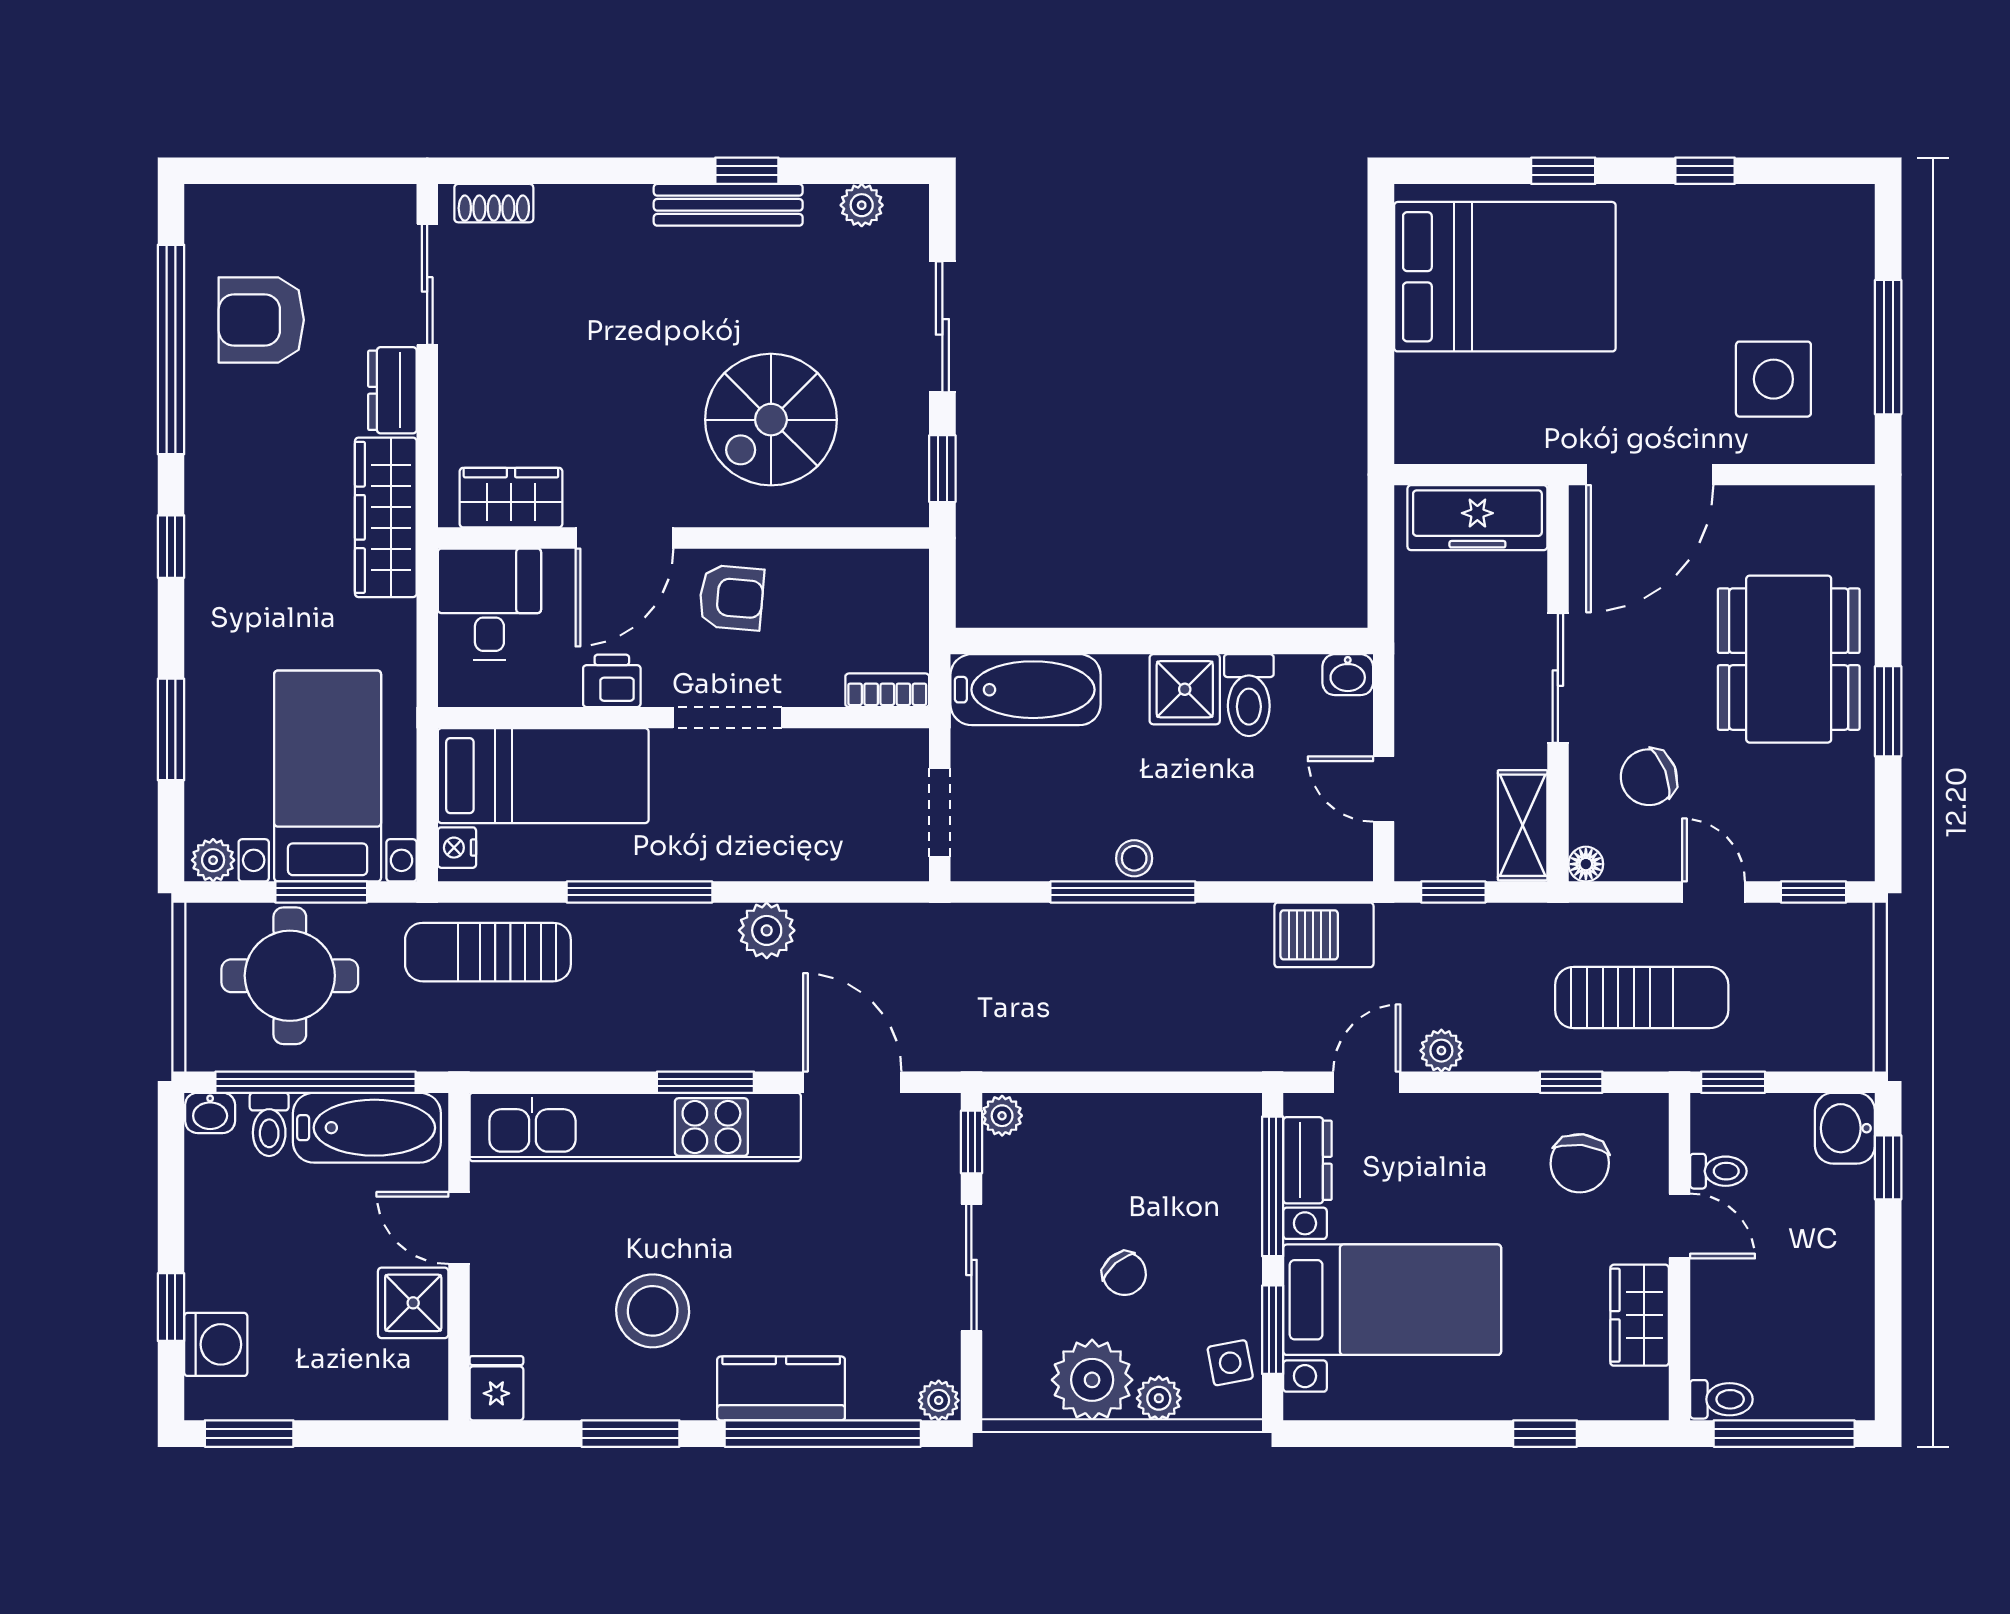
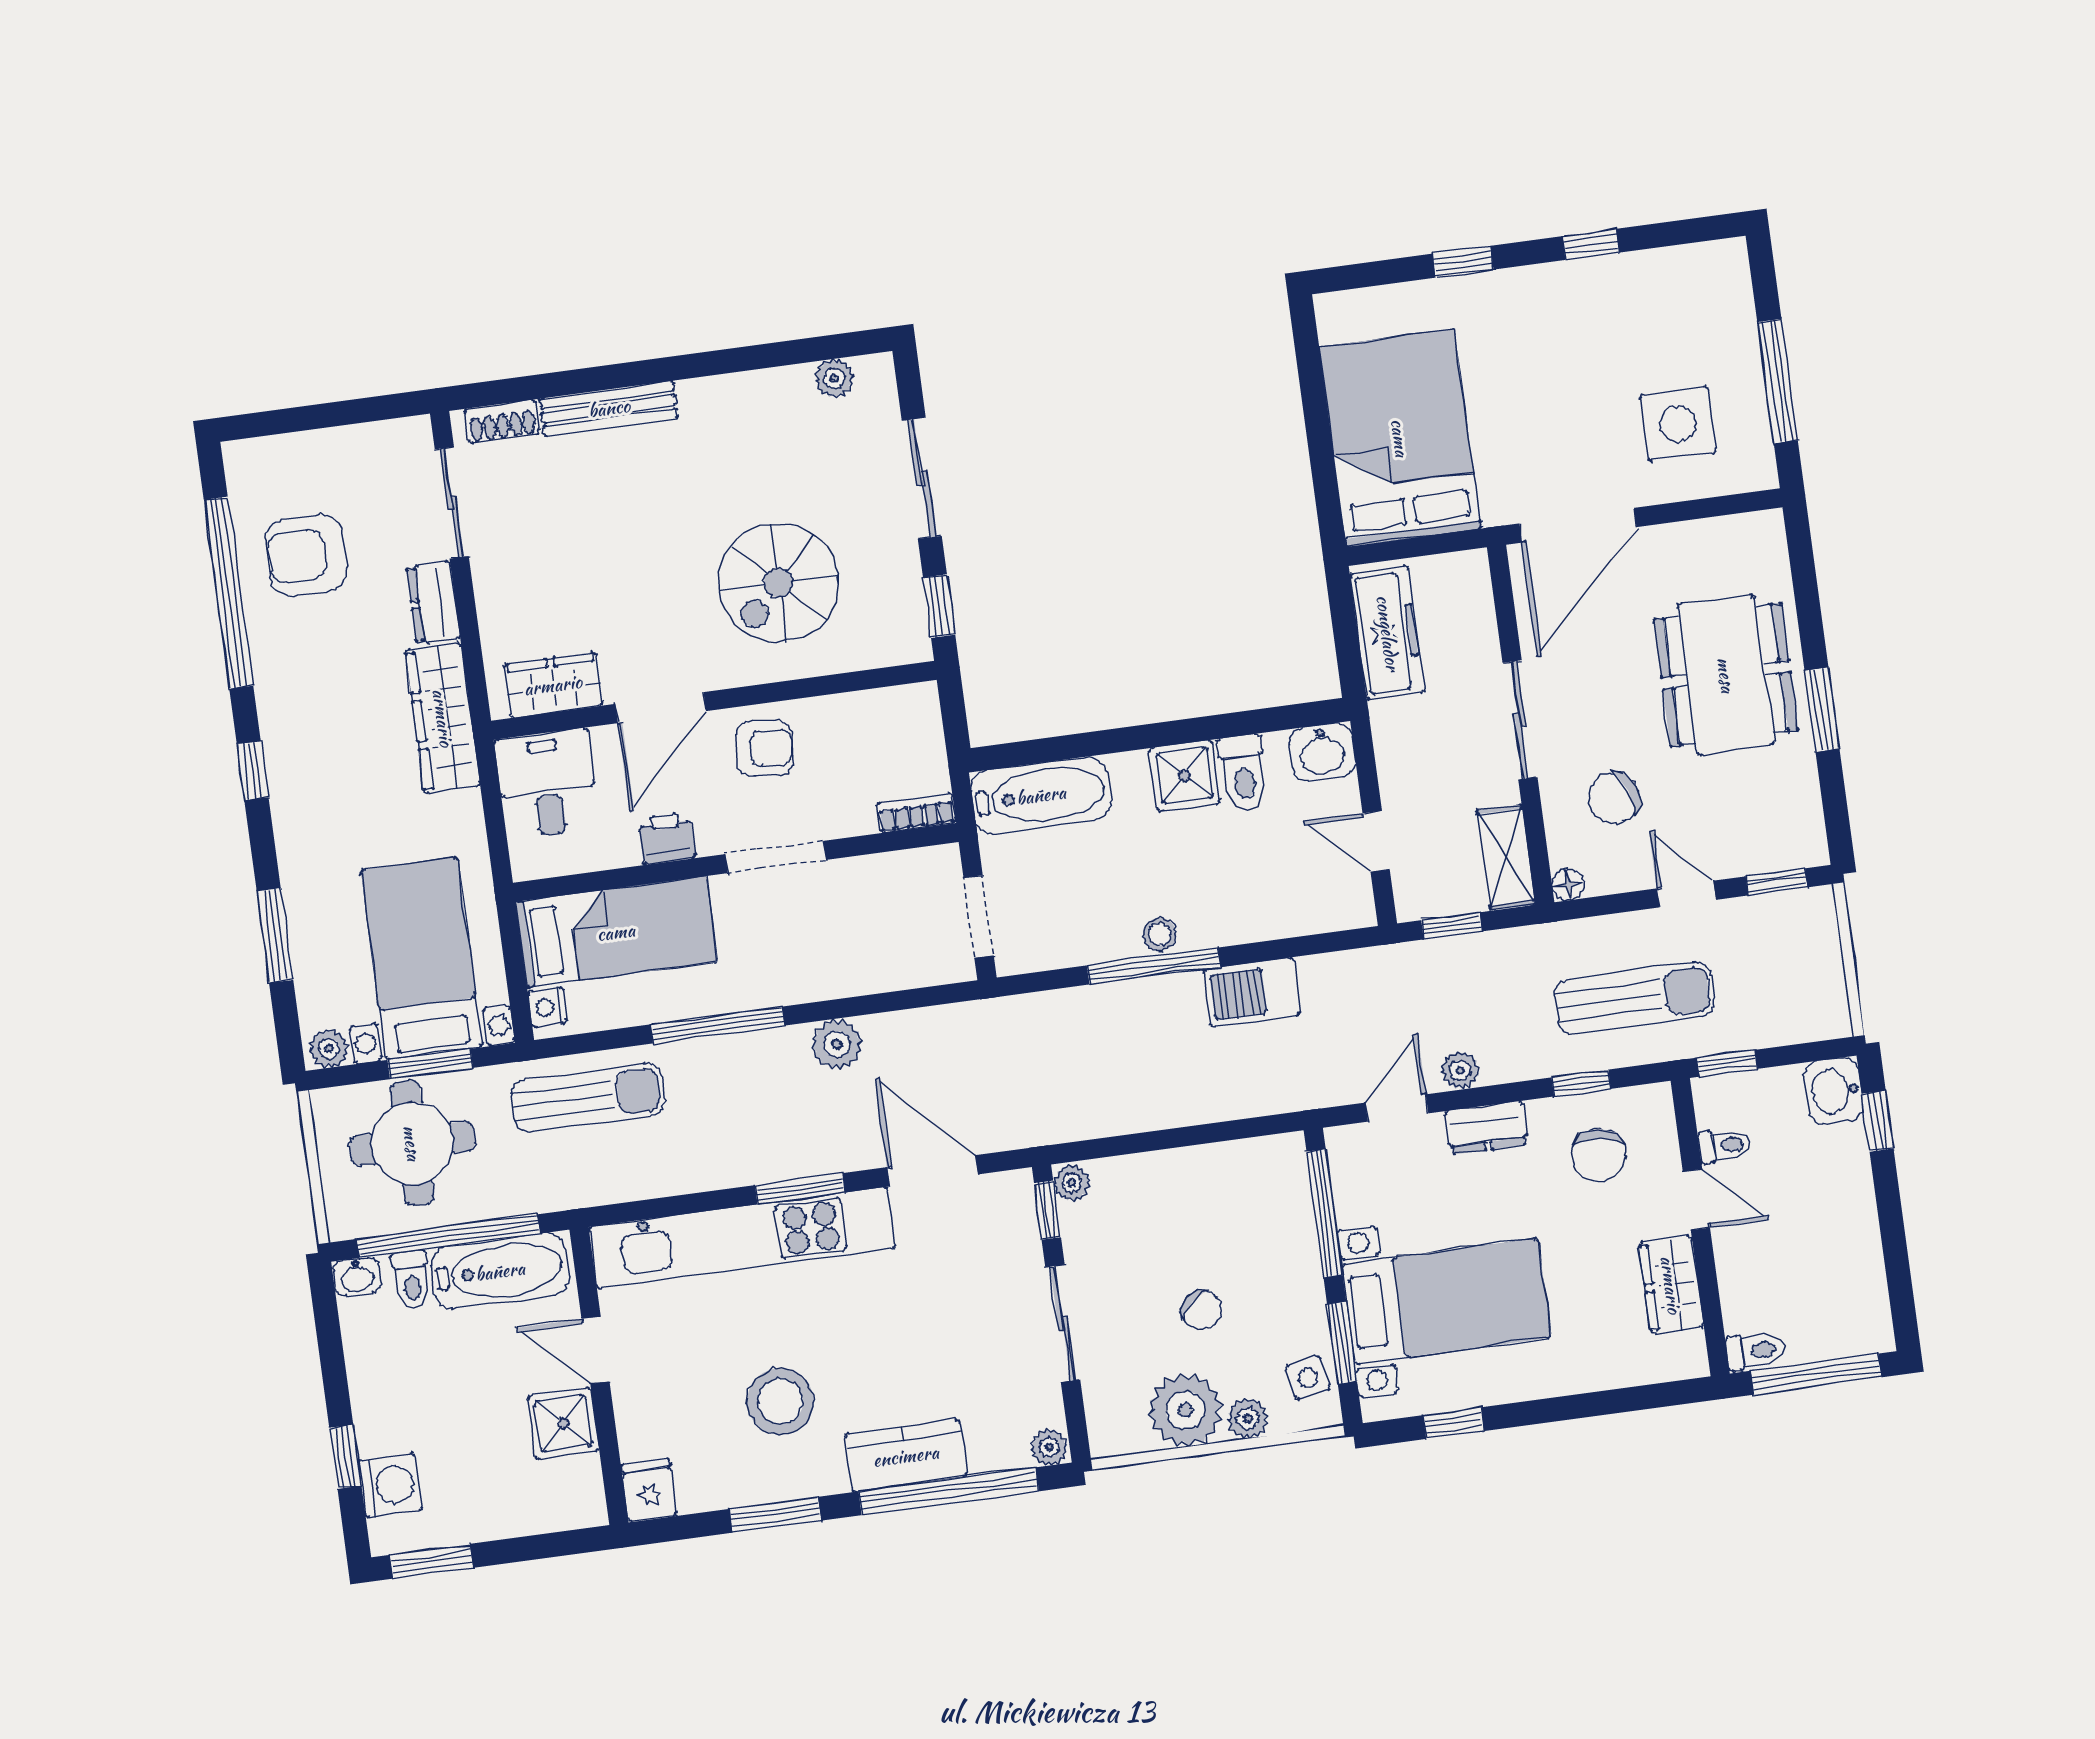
window: (747, 171) -> (726, 361), removed
bench: (728, 205) -> (609, 408), moved
bed: (1505, 277) -> (1400, 438), moved, turned -90
freezer: (1477, 518) -> (1388, 633), moved, turned -90
washbasin: (1348, 675) -> (1322, 752), width x1.38, depth x1.45
barbecue: (1324, 935) -> (1252, 992), moved
sun lounger: (488, 952) -> (588, 1098), turned 180
dresser: (1307, 1160) -> (1486, 1128), moved, turned 90
window: (1545, 1434) -> (1453, 1423), moved

